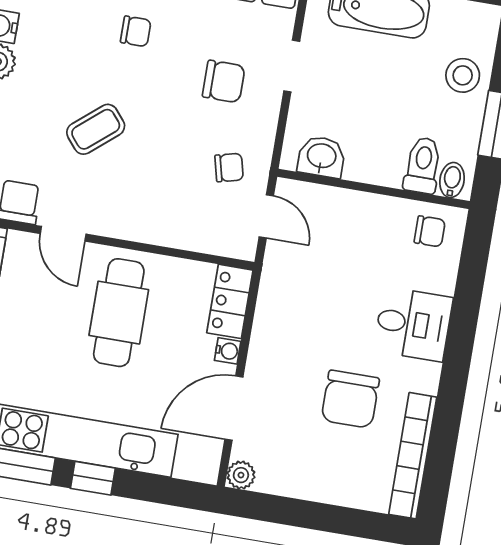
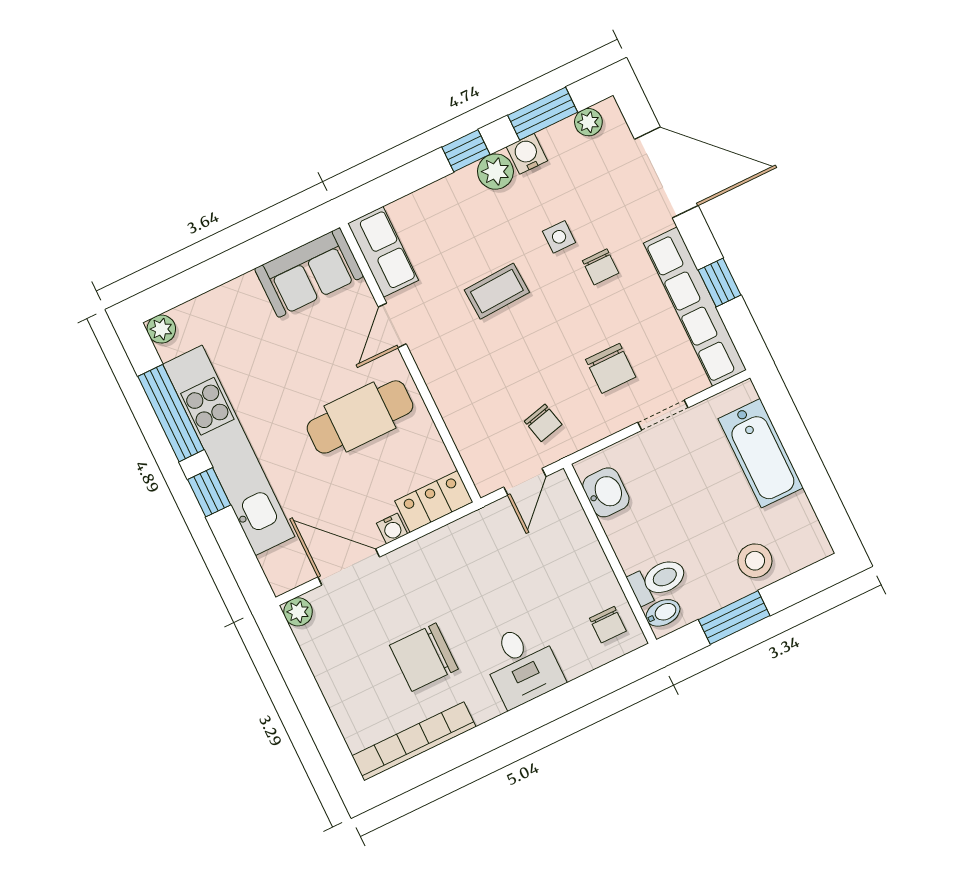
side table: (87, 48) -> (559, 237), added
coffee table: (96, 129) -> (497, 291), turned -53

